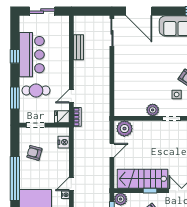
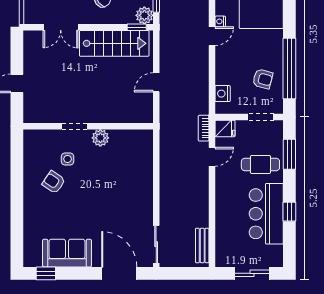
bench: (78, 47) -> (202, 245), moved
plant: (124, 129) -> (139, 112), removed
window: (15, 179) -> (289, 69), moved
window: (150, 191) -> (137, 27), moved

